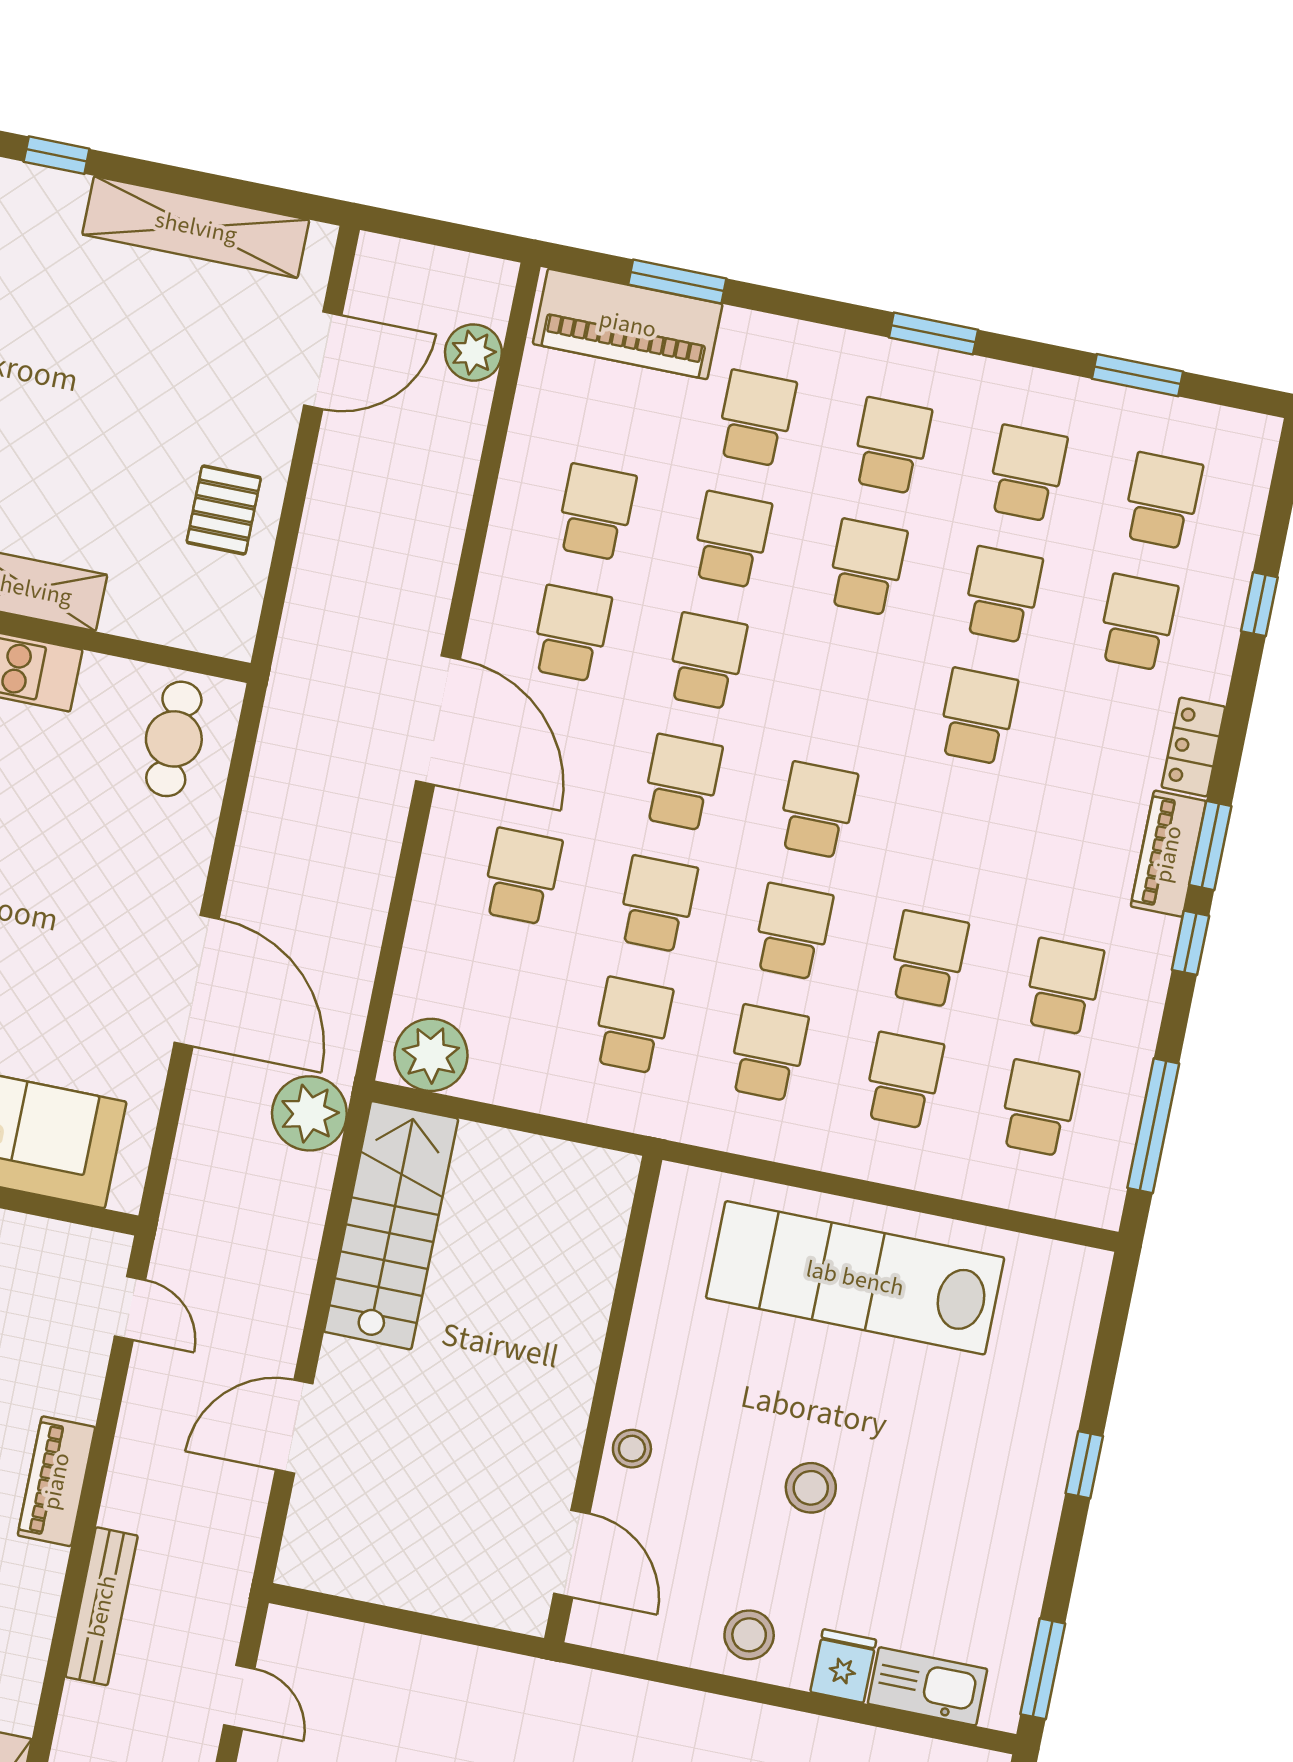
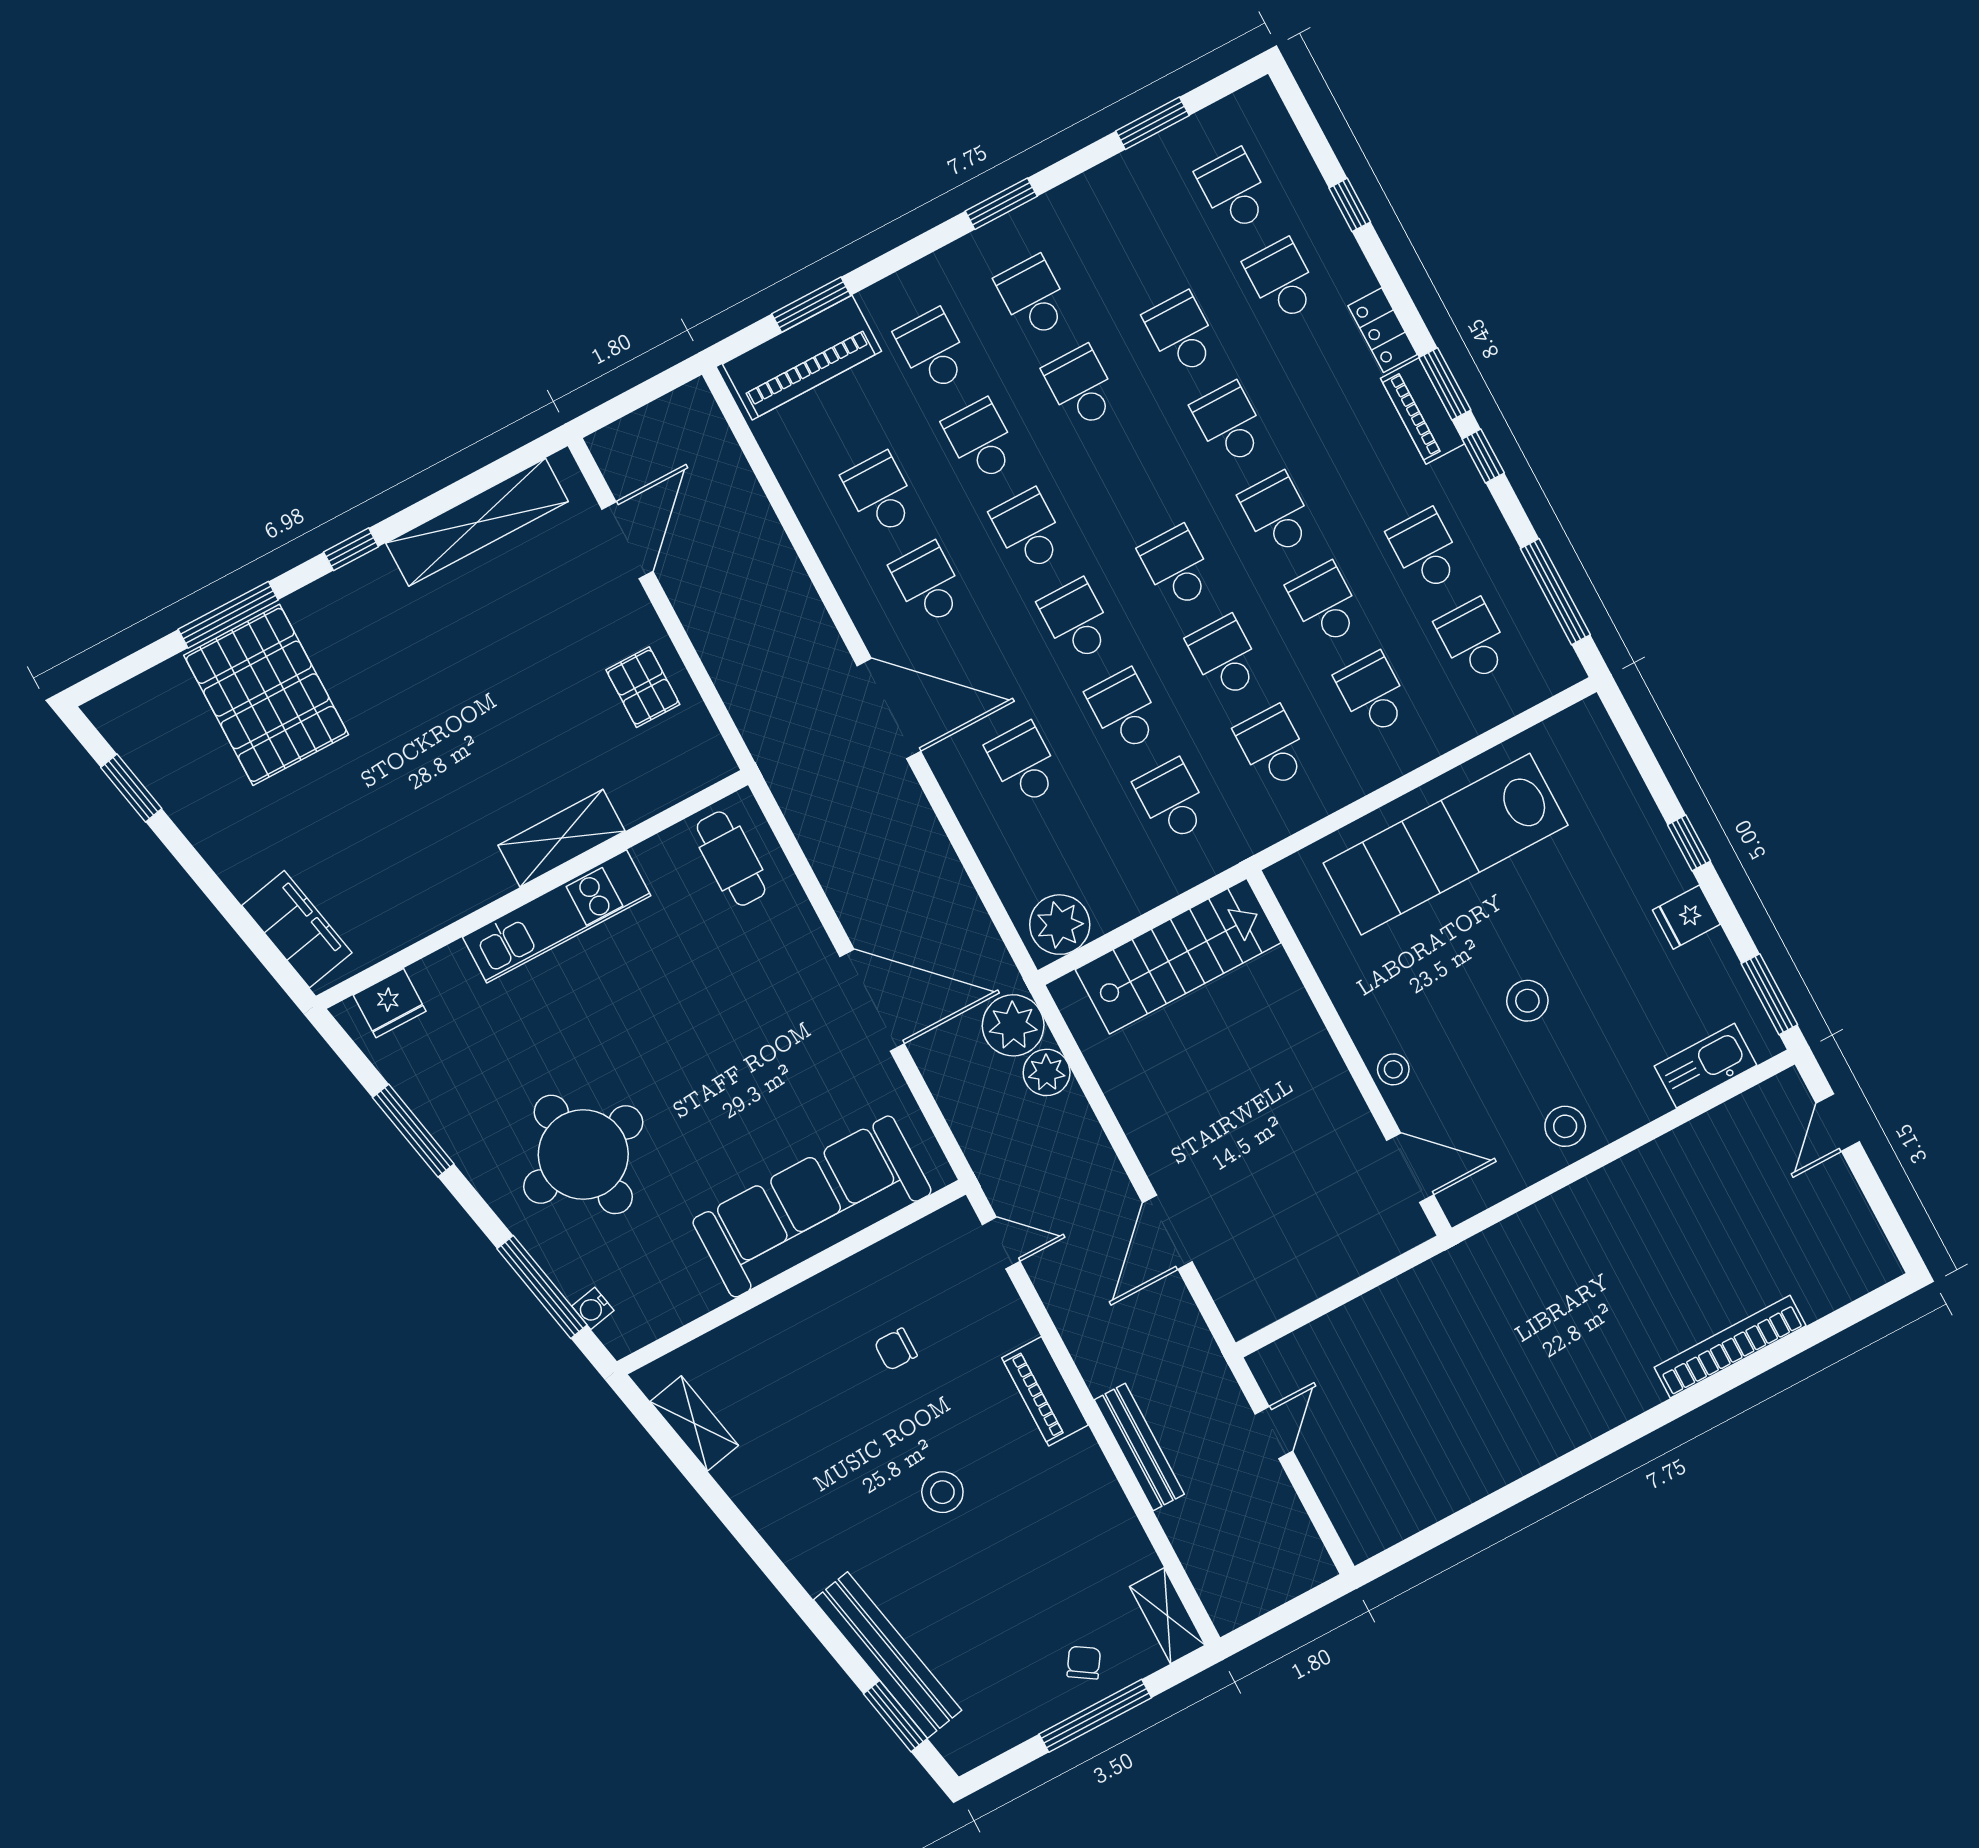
plant: (473, 353) -> (1047, 1072), moved
school desk: (1027, 473) -> (1277, 514), moved
stairs: (391, 1225) -> (1178, 956), moved, turned 90
fridge: (843, 1666) -> (1686, 917), moved, turned -90
door: (239, 1697) -> (1274, 1432), hinge flipped

